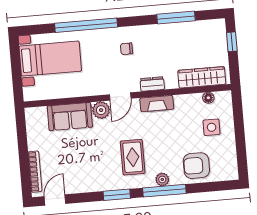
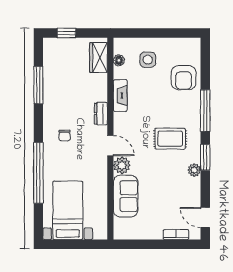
wardrobe: (202, 77) -> (99, 57), width x0.67
fireplace: (157, 104) -> (120, 96), moved
bookcase: (35, 172) -> (176, 235), width x0.64
plant: (162, 179) -> (194, 170), moved

